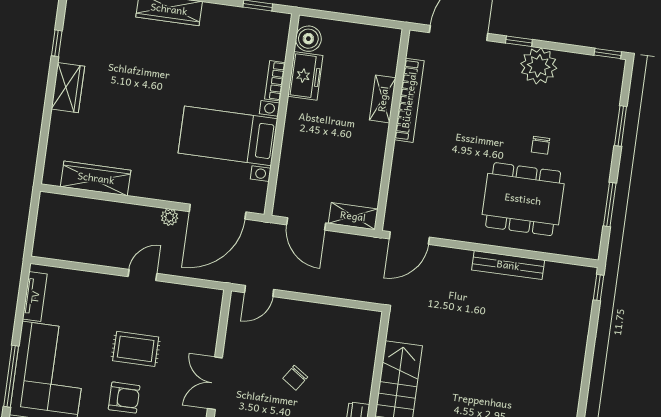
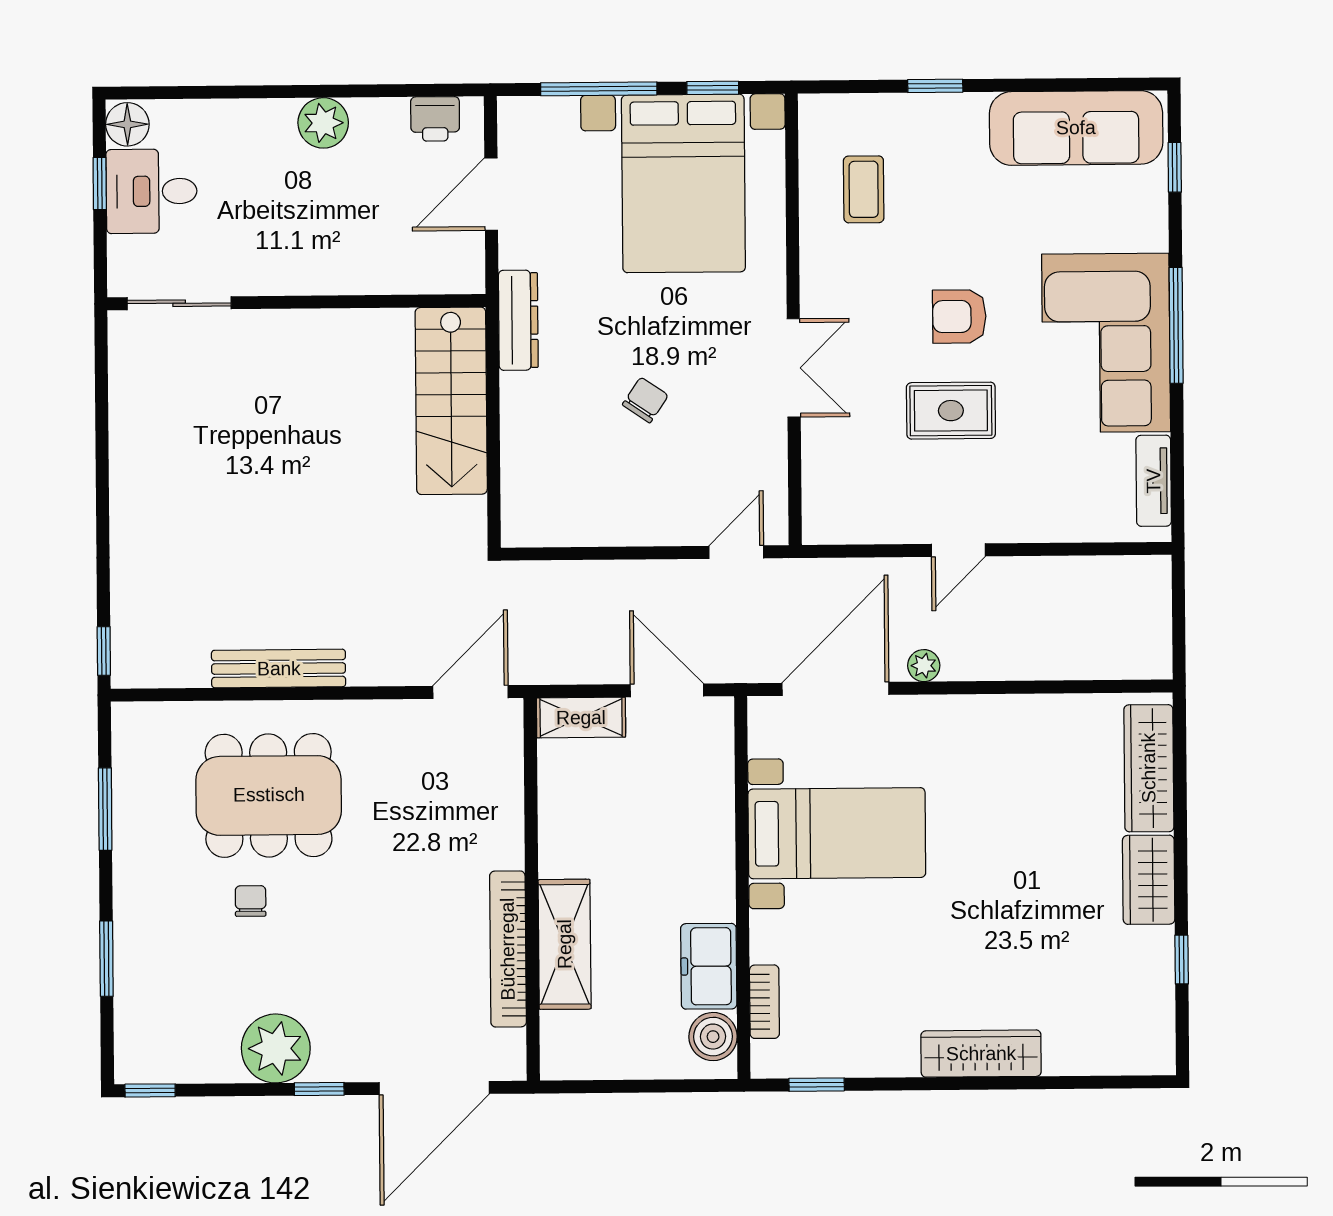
bookcase: (275, 81) -> (764, 1002), moved
shelving: (383, 99) -> (565, 944), width x1.50, depth x1.33
wardrobe: (96, 178) -> (1149, 768), moved, turned 90

